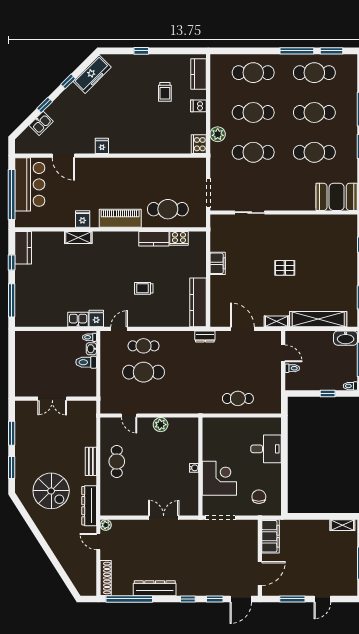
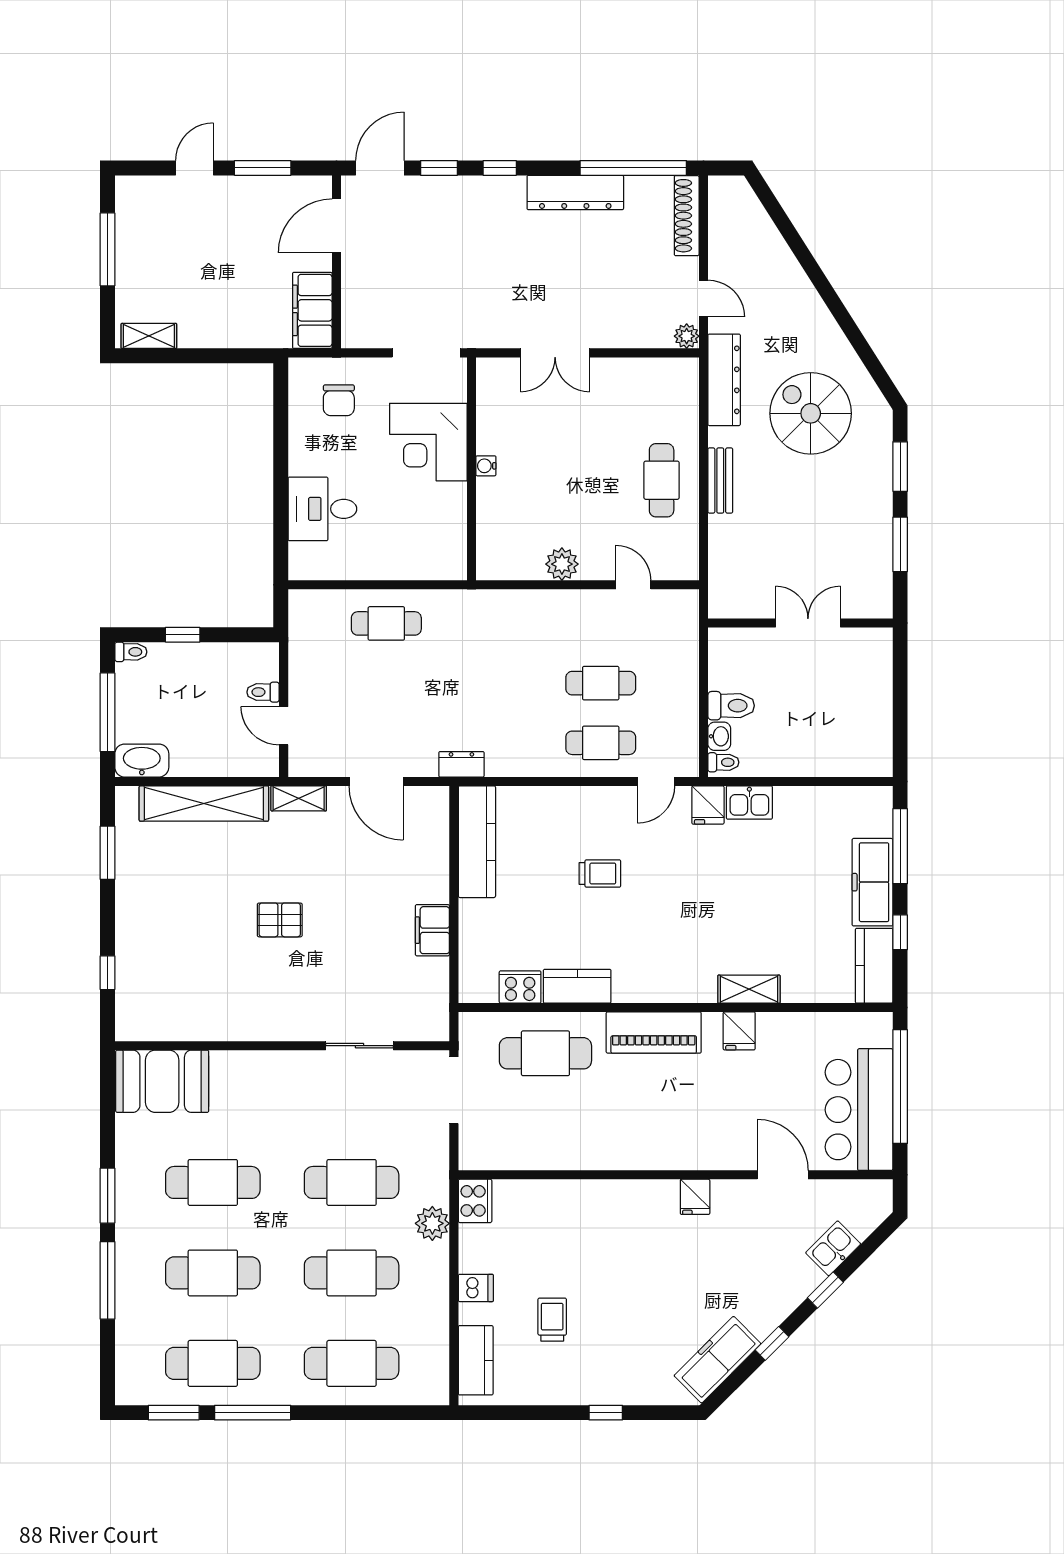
freezer: (24, 285) -> (872, 882), added
cafe table: (144, 372) -> (601, 683), width x0.73, depth x0.74

